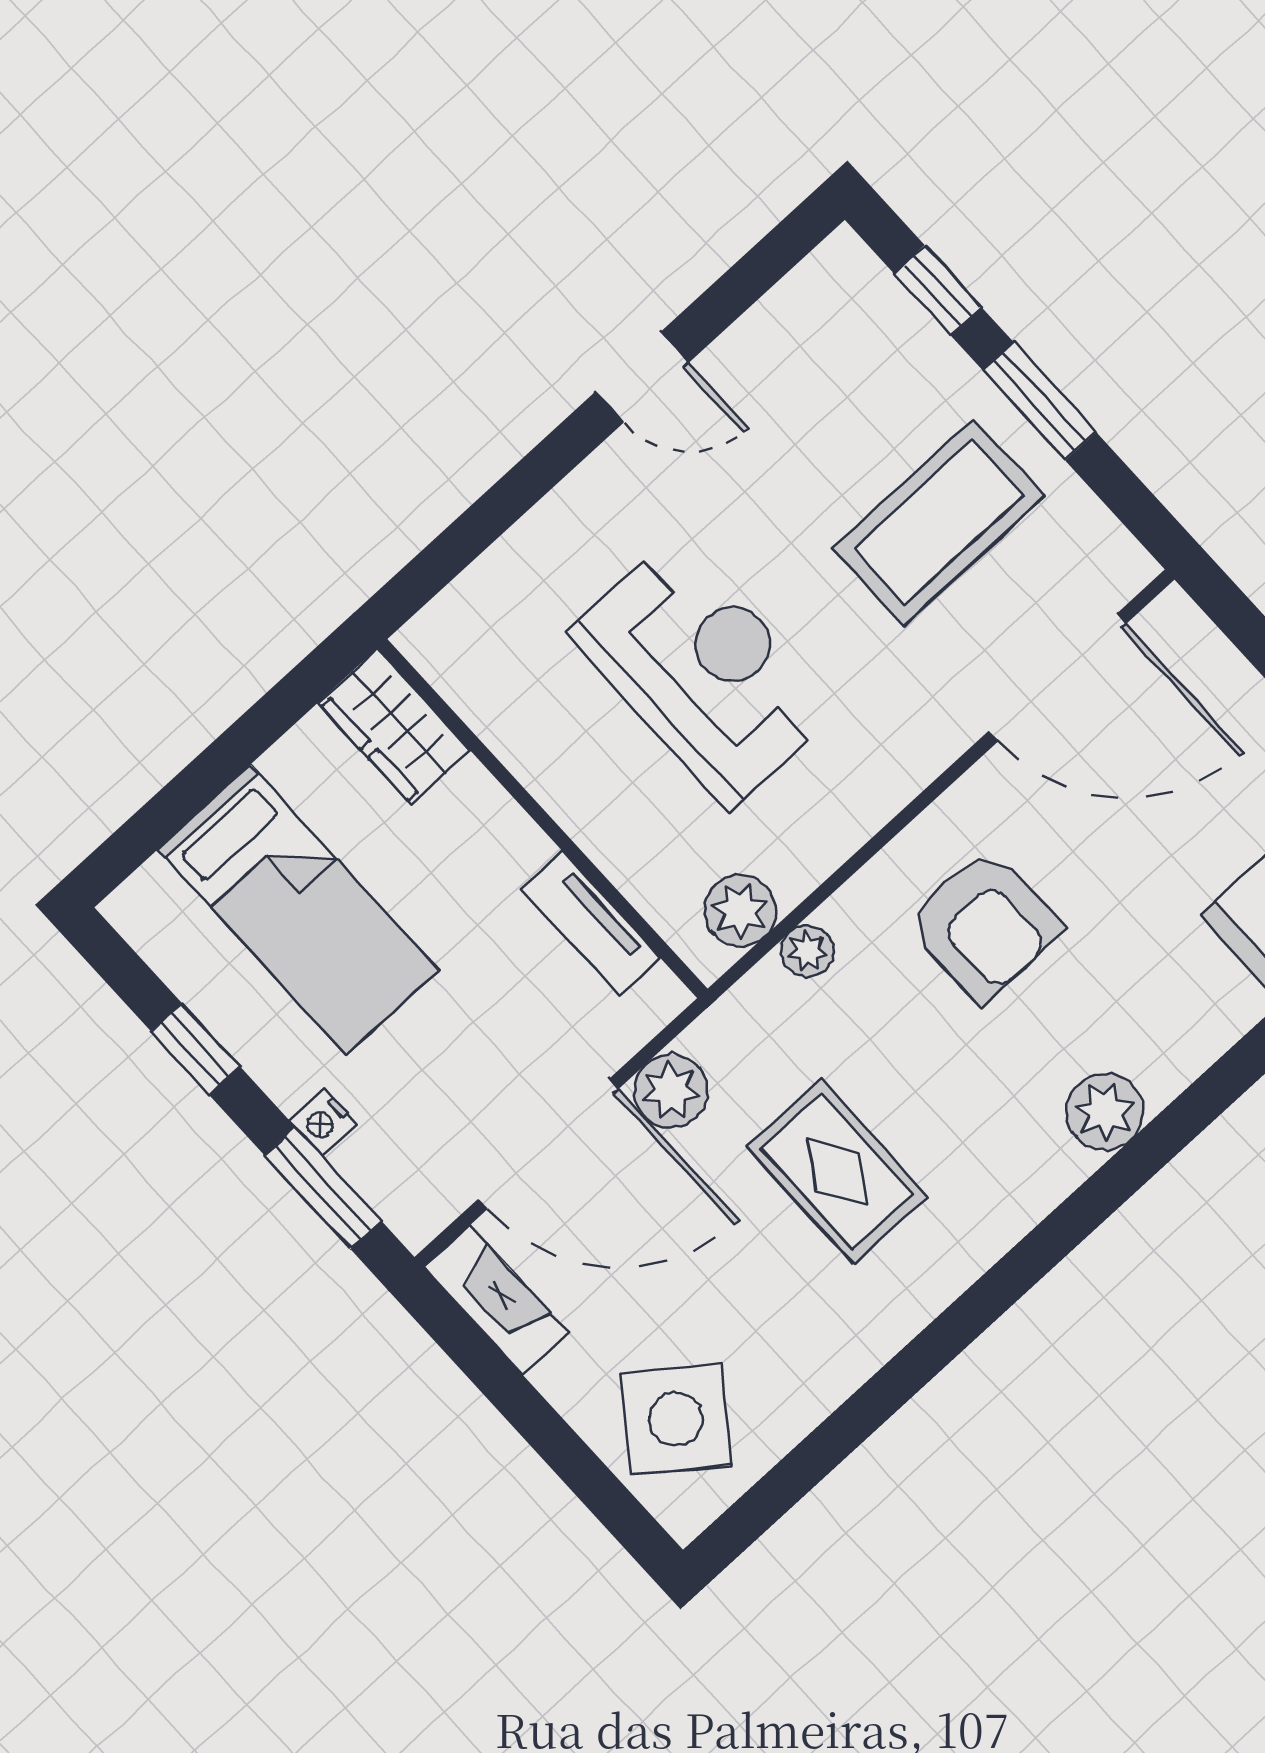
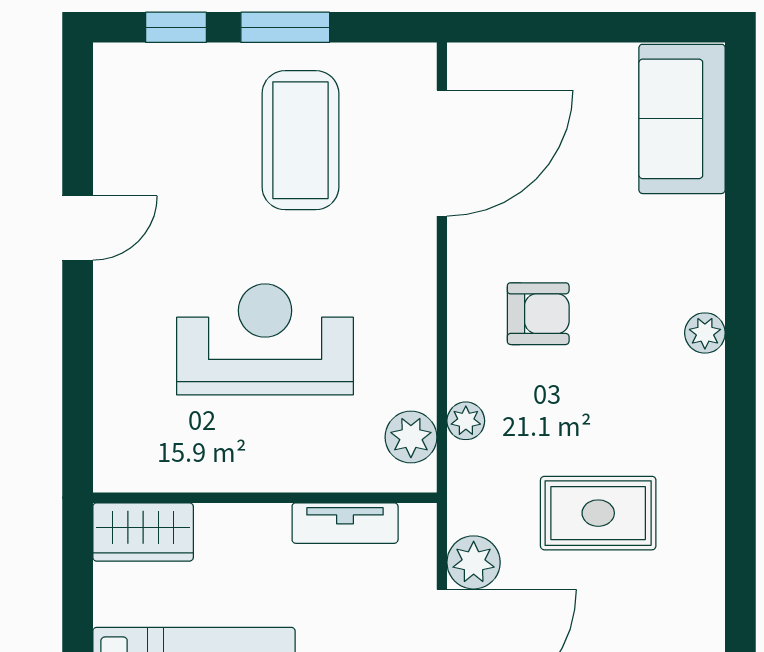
armchair: (984, 925) -> (538, 314), width x0.72, depth x0.72
plant: (1105, 1112) -> (705, 333), width x0.73, depth x0.73

